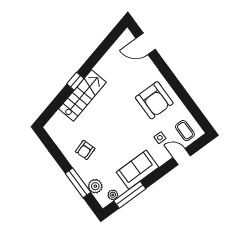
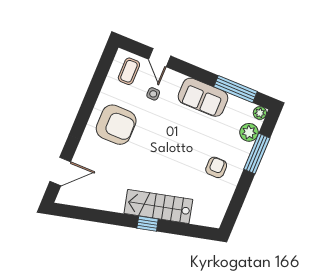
door: (146, 44) -> (60, 172), hinge flipped
armchair: (154, 100) -> (116, 125), turned 90
armchair: (85, 150) -> (216, 167), turned -72
plant: (113, 195) -> (260, 113), moved

